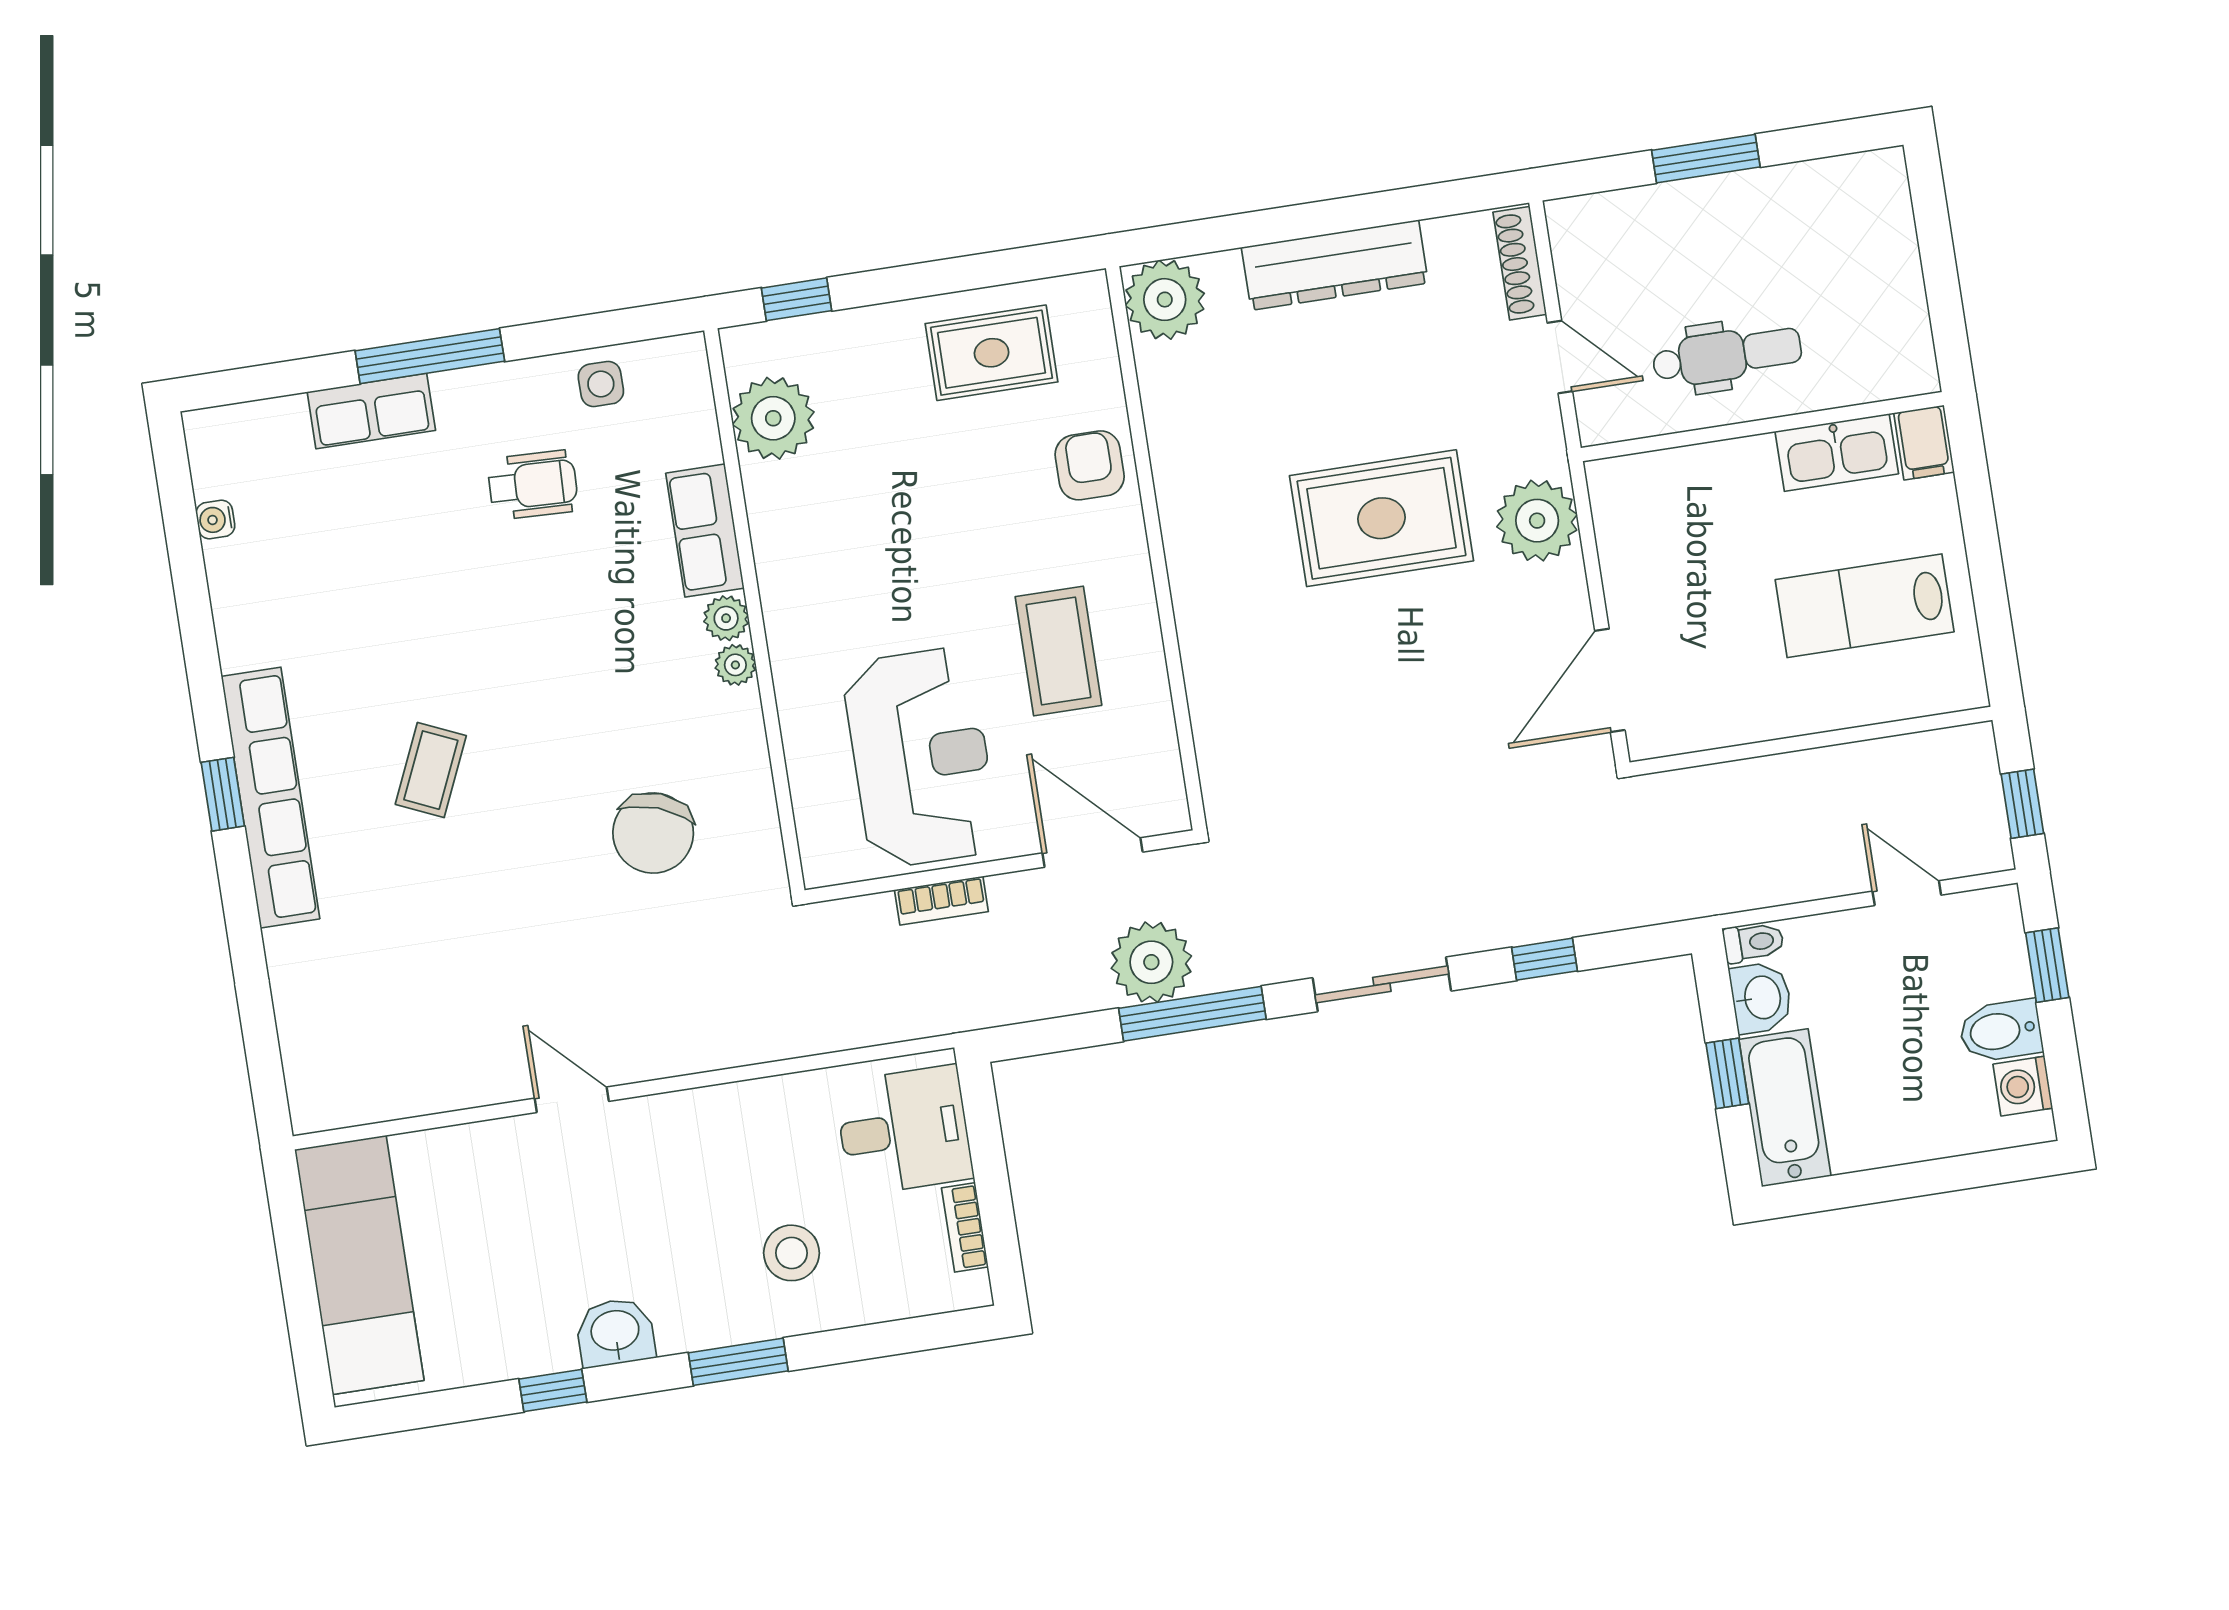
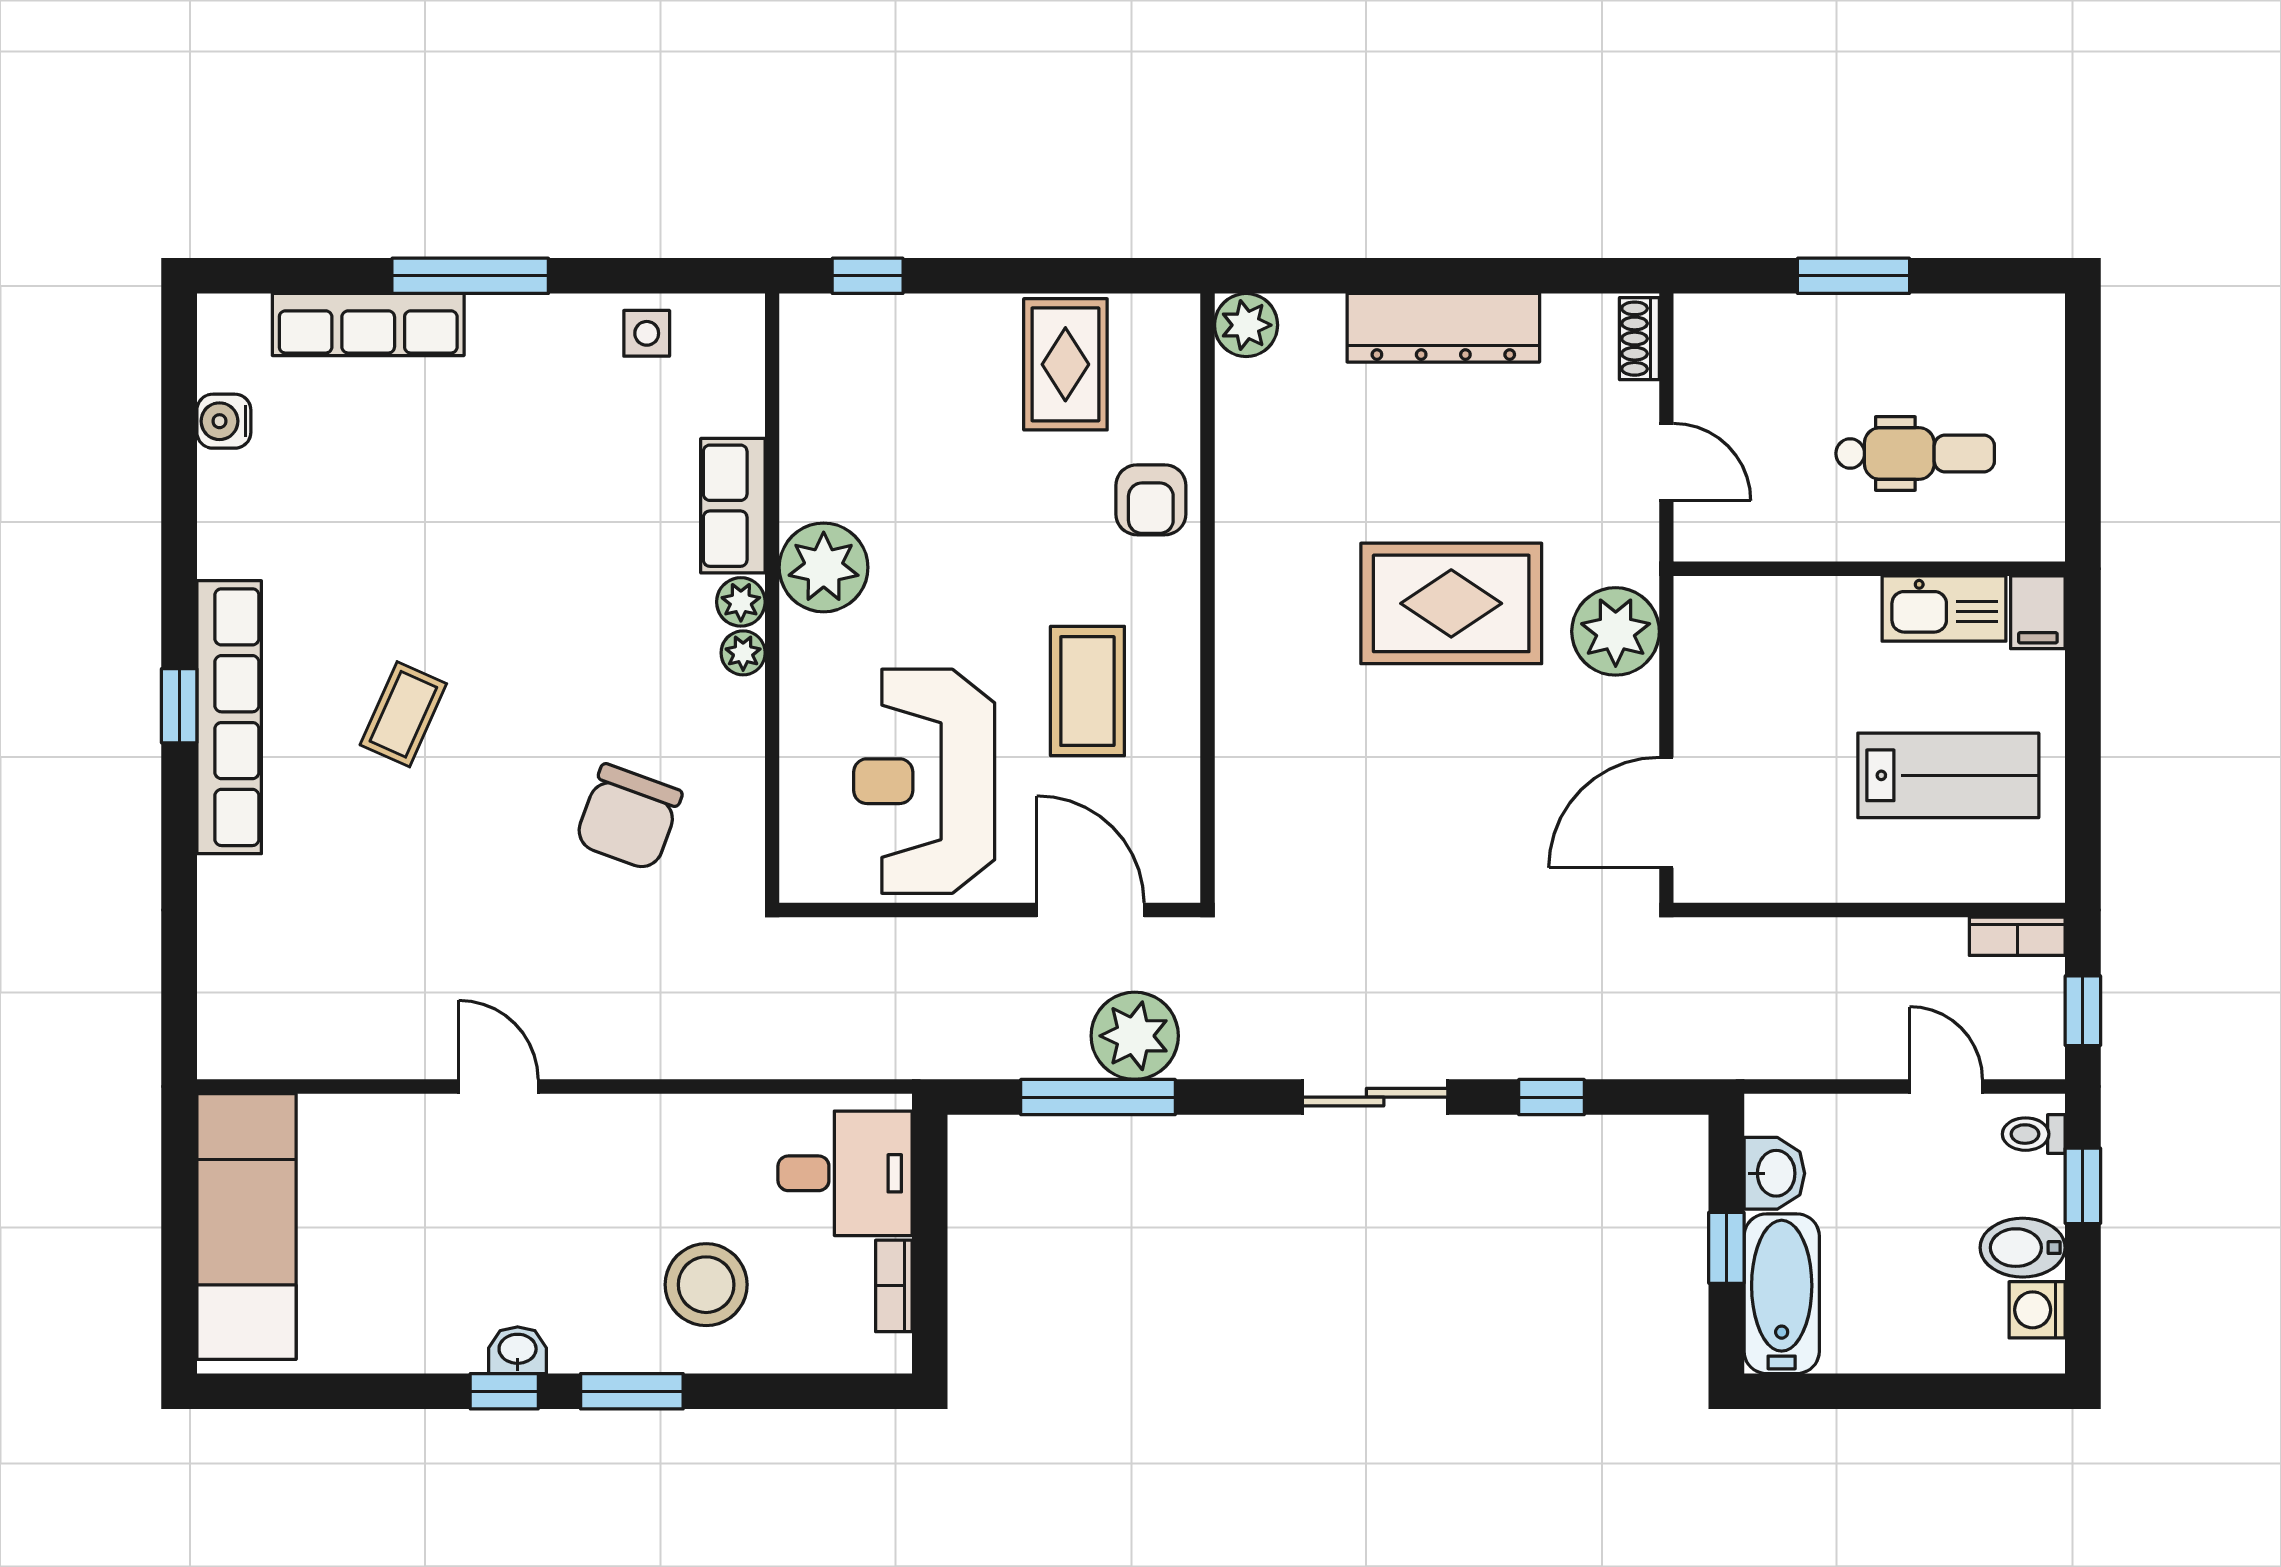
shoe rack: (1520, 263) -> (1639, 339), width x0.70
plant: (1165, 300) -> (1246, 325), width x0.73, depth x0.73
rug: (992, 353) -> (1065, 364), turned 90
dental chair: (1727, 355) -> (1915, 453), moved
row of seats: (371, 411) -> (368, 324), width x1.48
plant: (773, 418) -> (824, 567), moved
armchair: (1090, 465) -> (1151, 500), turned 180
wheelchair: (533, 485) -> (558, 429), removed
water cooler: (215, 520) -> (224, 421), width x1.38, depth x1.38
lab bench: (1865, 606) -> (1948, 775), turned 180
reception desk: (921, 757) -> (924, 781), turned 180
bookcase: (941, 901) -> (2017, 936), moved
toilet: (1753, 942) -> (2034, 1134), moved, turned 180
window: (1192, 1014) -> (1098, 1097), moved
stool: (792, 1253) -> (706, 1285), width x1.38, depth x1.38
washbasin: (615, 1332) -> (518, 1350), width x0.72, depth x0.69
window: (553, 1391) -> (504, 1391), moved

